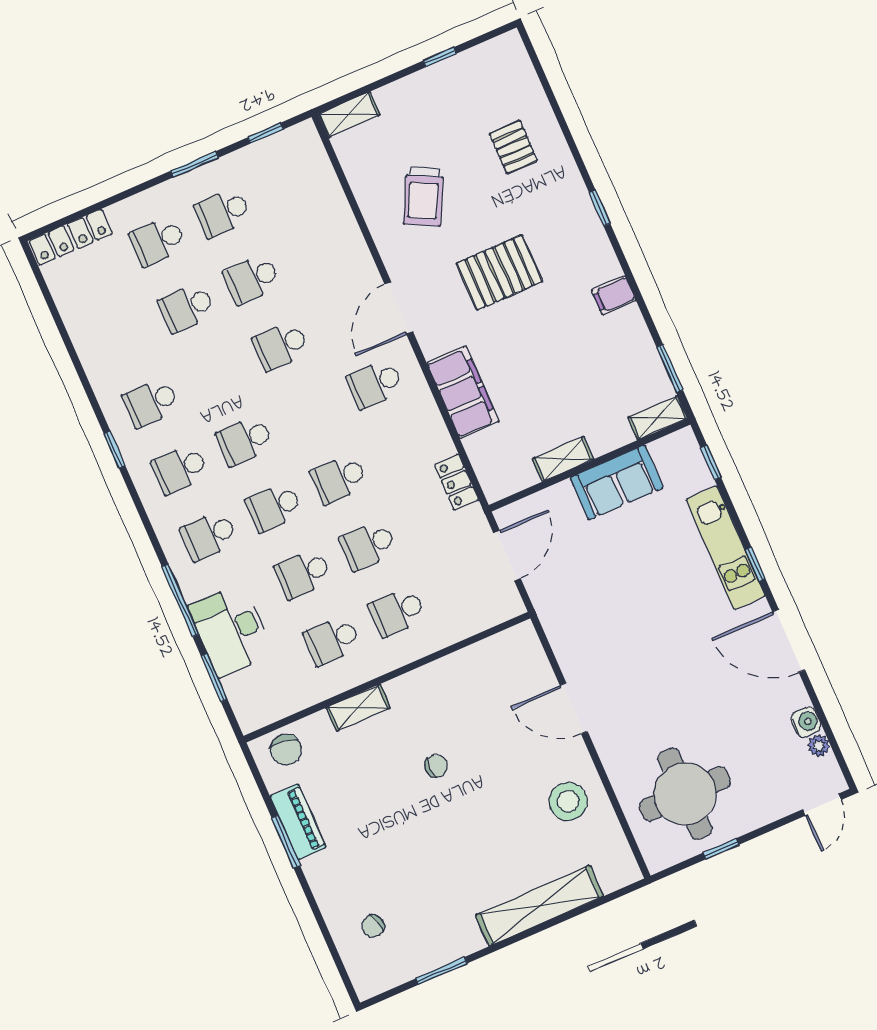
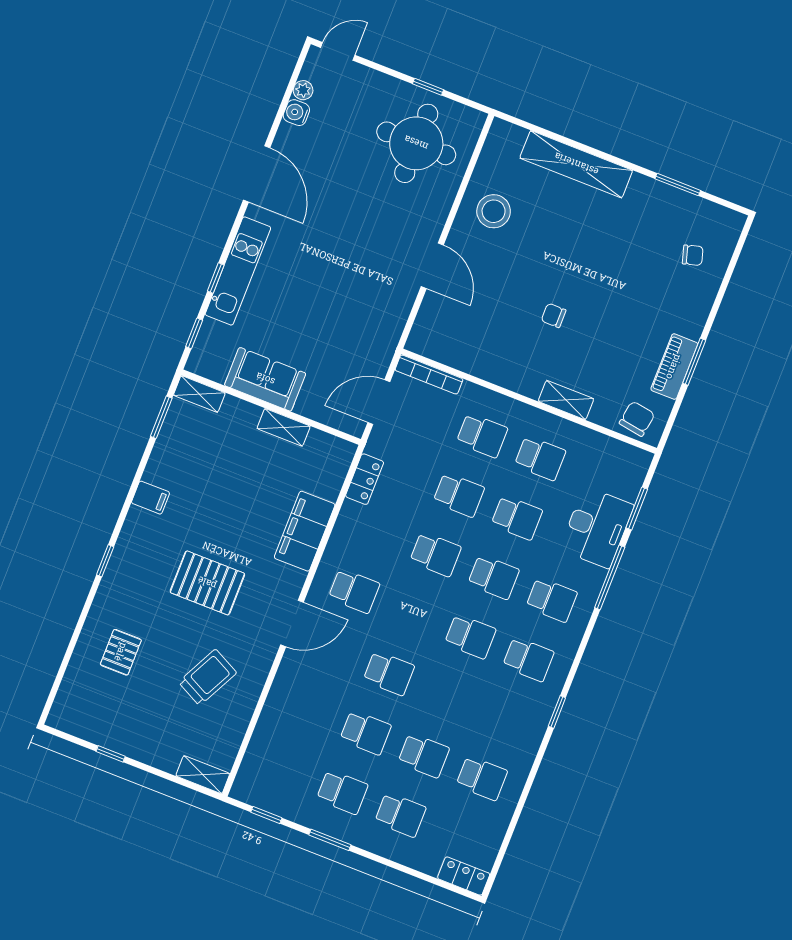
locker: (71, 237) -> (464, 876), width x0.66
school desk: (151, 403) -> (482, 778), moved
window: (755, 564) -> (216, 278), moved
bookcase: (489, 618) -> (429, 374), added

